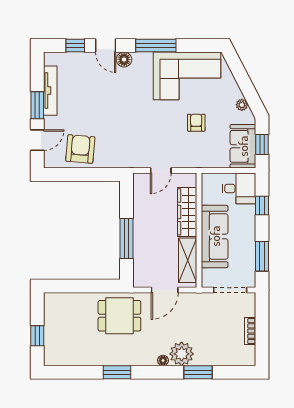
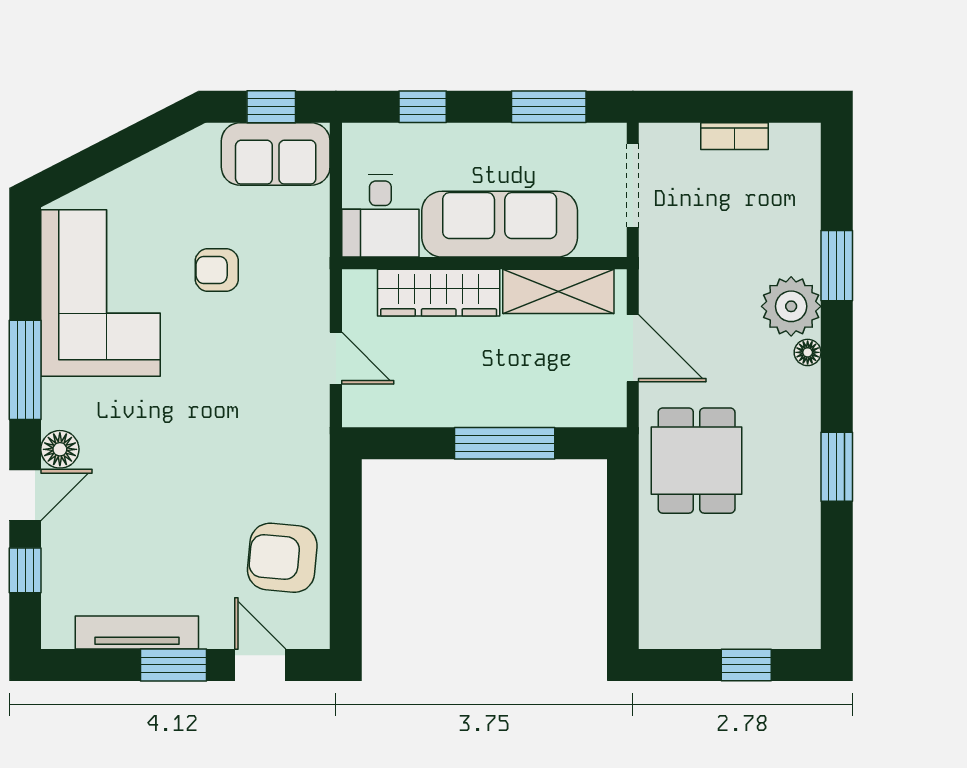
plant: (242, 105) -> (172, 156), removed
desk: (239, 188) -> (380, 216), moved, turned 180

